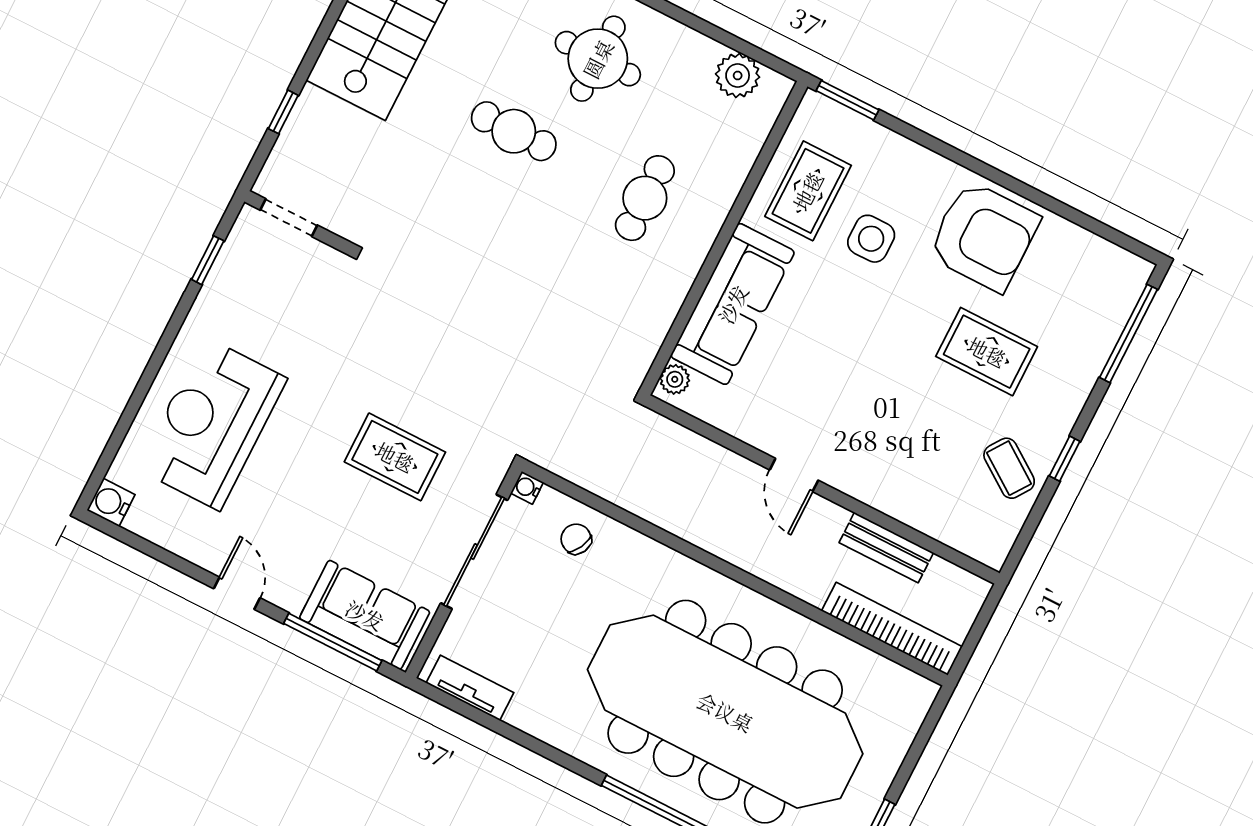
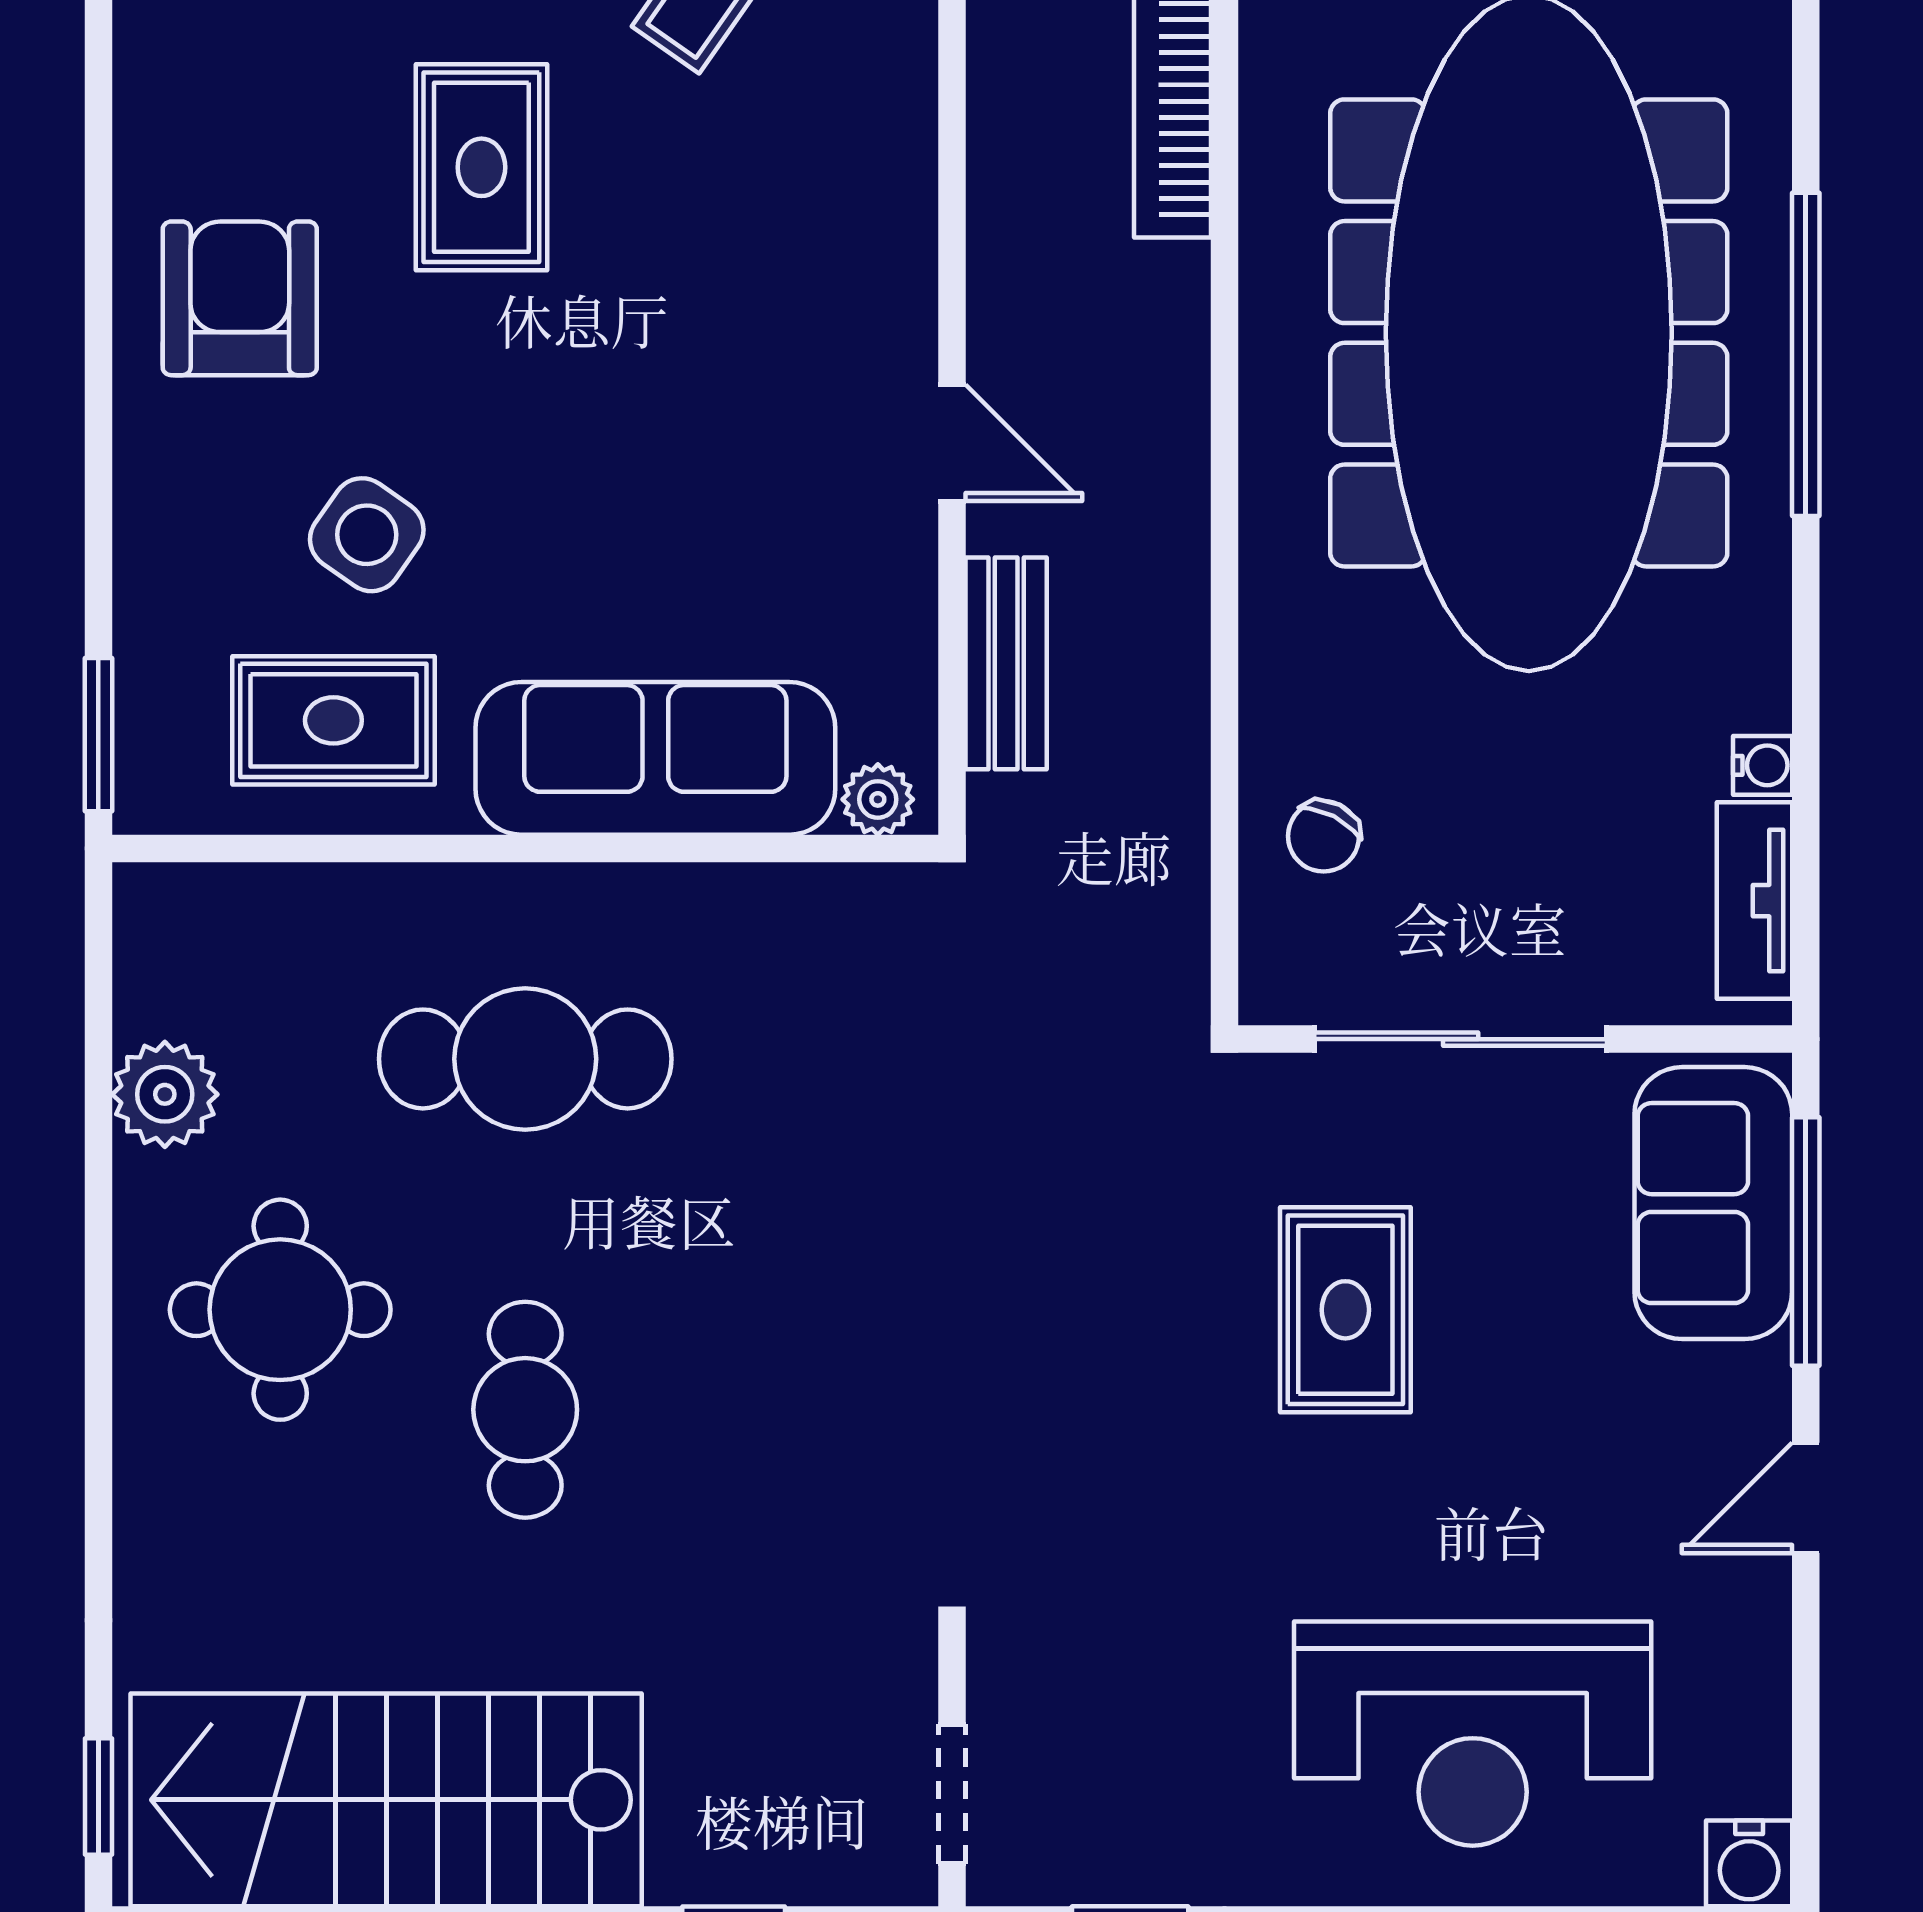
plant: (738, 75) -> (165, 1094), moved
cafe table: (645, 198) -> (525, 1059), width x1.37, depth x1.35
armchair: (984, 236) -> (240, 298), width x0.73, depth x0.73
side table: (871, 239) -> (367, 535), turned 35
door: (794, 475) -> (952, 443), hinge flipped
water cooler: (527, 488) -> (1763, 765), moved, turned -90
bench: (886, 548) -> (1006, 663), moved

